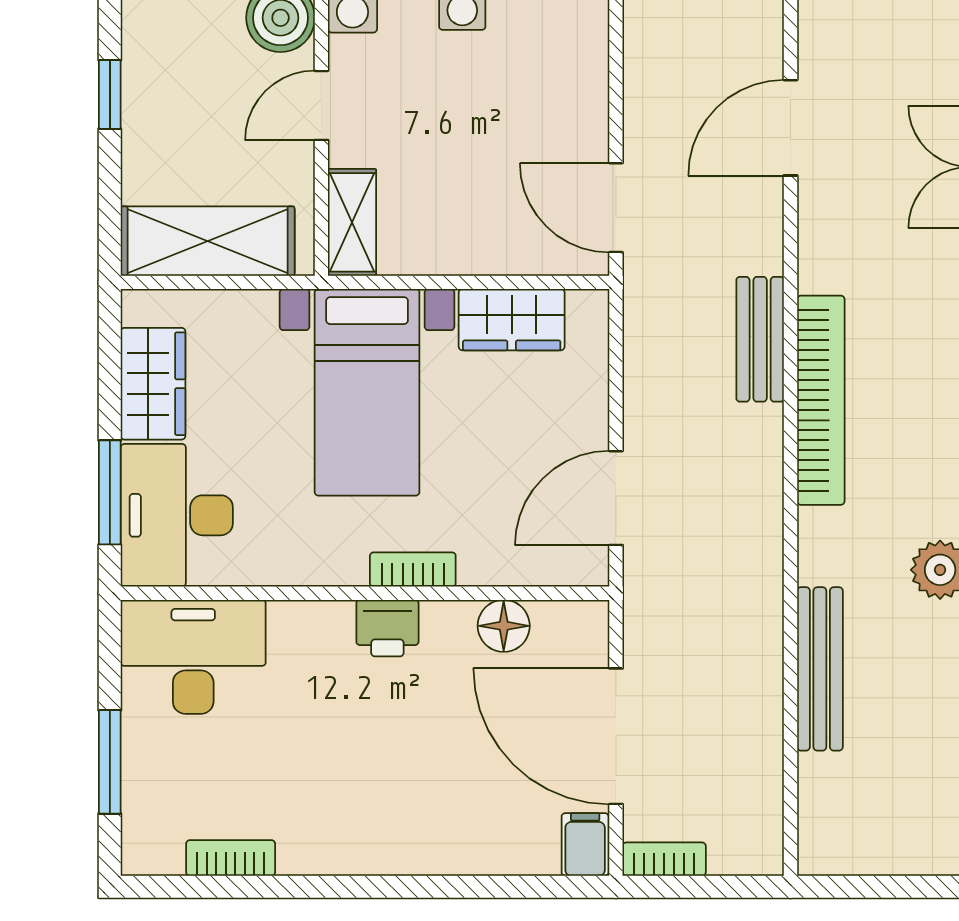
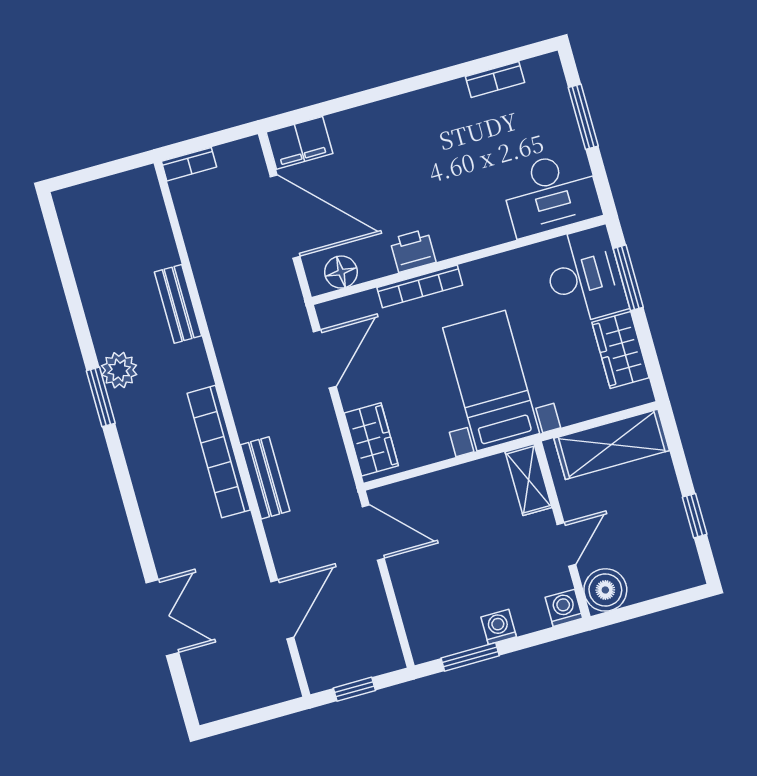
wardrobe: (512, 320) -> (371, 439), moved, turned 90
bookcase: (413, 570) -> (420, 286), width x1.56
floor lamp: (504, 626) -> (341, 272), moved
printer: (387, 628) -> (413, 251), moved
bench: (820, 669) -> (178, 304), width x0.73
filing cabinet: (585, 844) -> (299, 143), width x2.00
bookcase: (664, 859) -> (189, 164), moved

